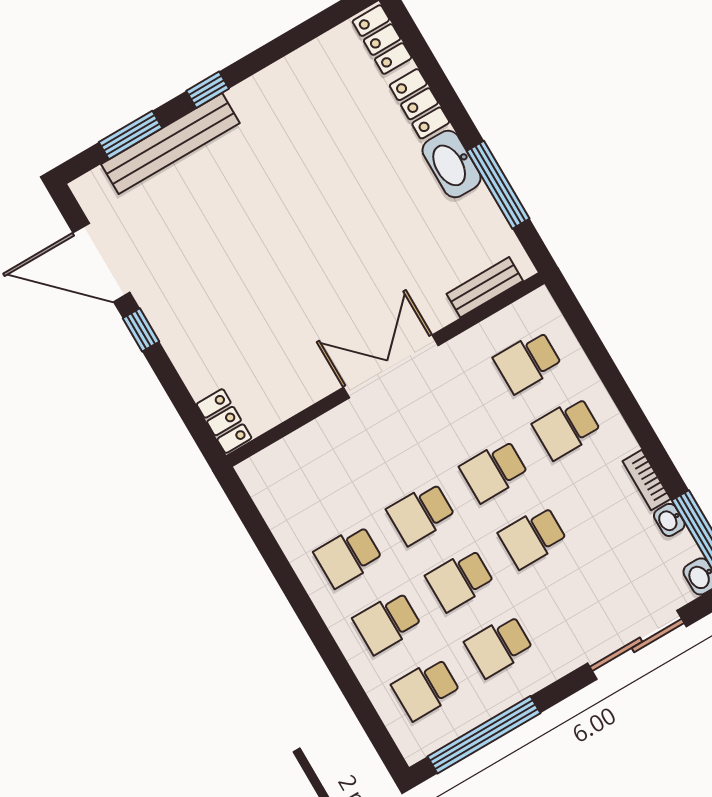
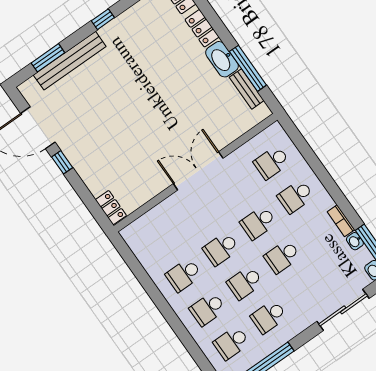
window: (208, 90) -> (103, 19), moved
bench: (485, 287) -> (247, 89), moved, turned 90

